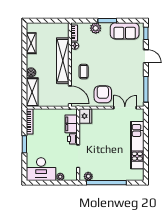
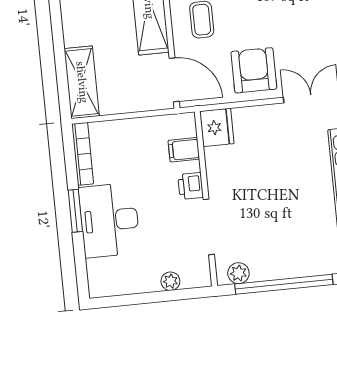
boiler: (31, 72) -> (74, 34), removed
filing cabinet: (71, 124) -> (184, 150), width x0.50
desk: (41, 169) -> (109, 220), moved, turned 90

